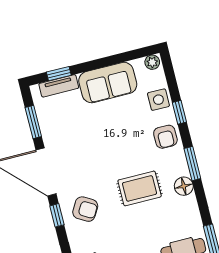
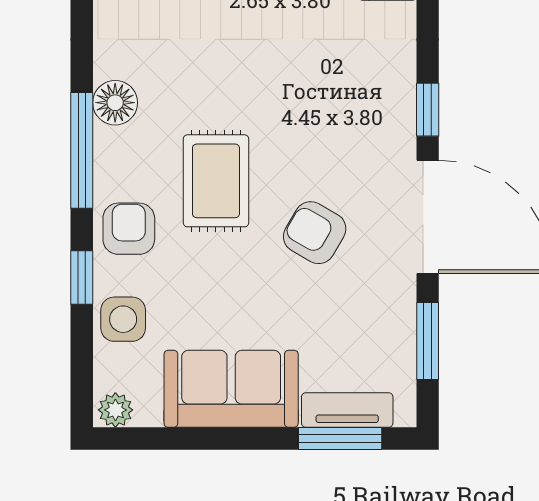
window: (59, 74) -> (340, 439), width x1.50
window: (192, 164) -> (82, 150), width x1.44
rug: (140, 188) -> (216, 181), moved, turned 90
armchair: (85, 209) -> (315, 233), moved

